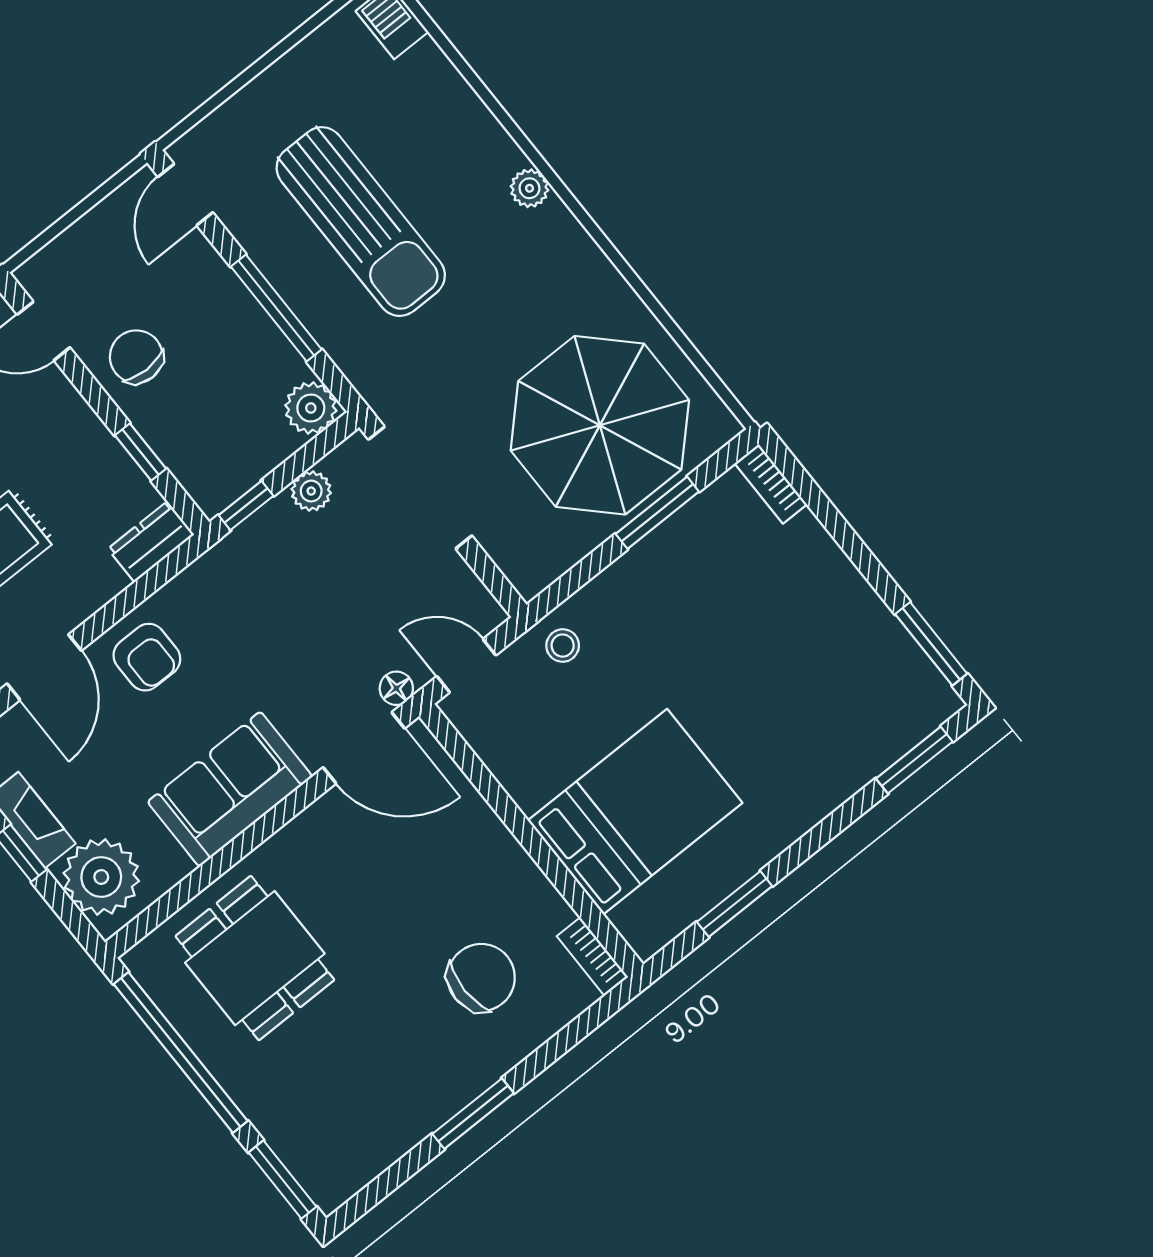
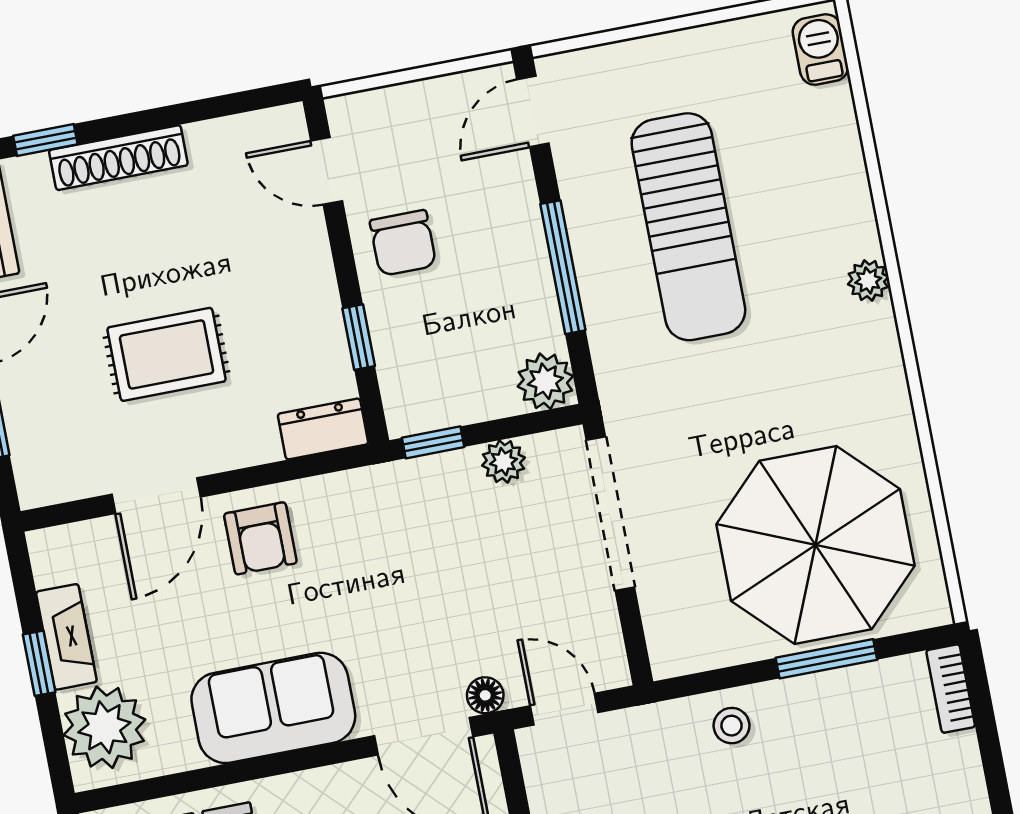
chair: (136, 357) -> (403, 243), turned 180
stool: (563, 646) -> (732, 726), moved

